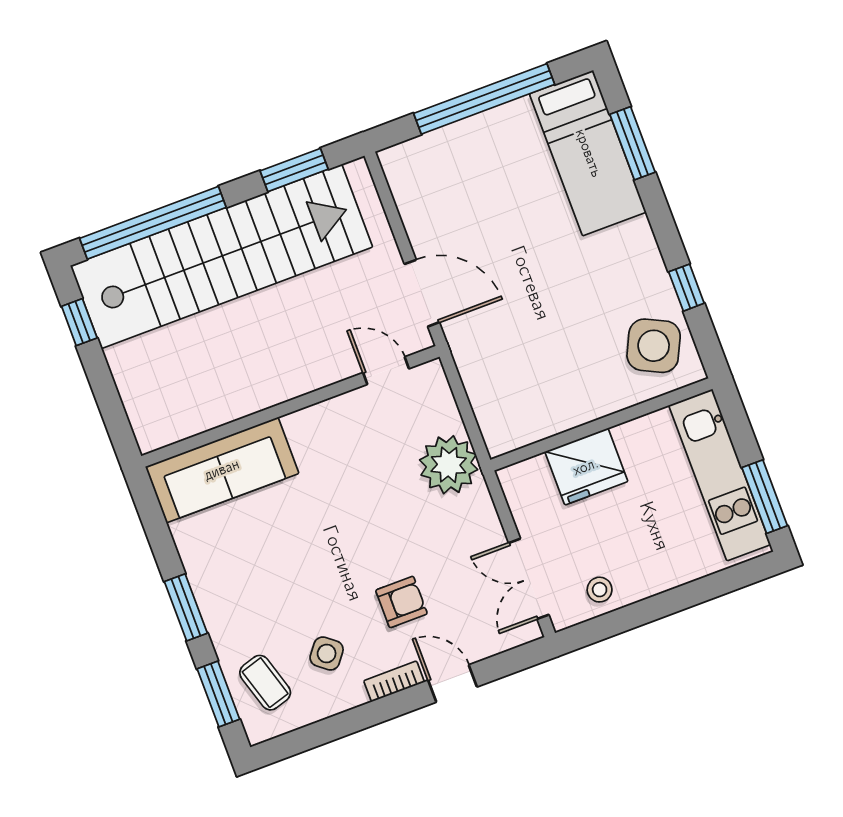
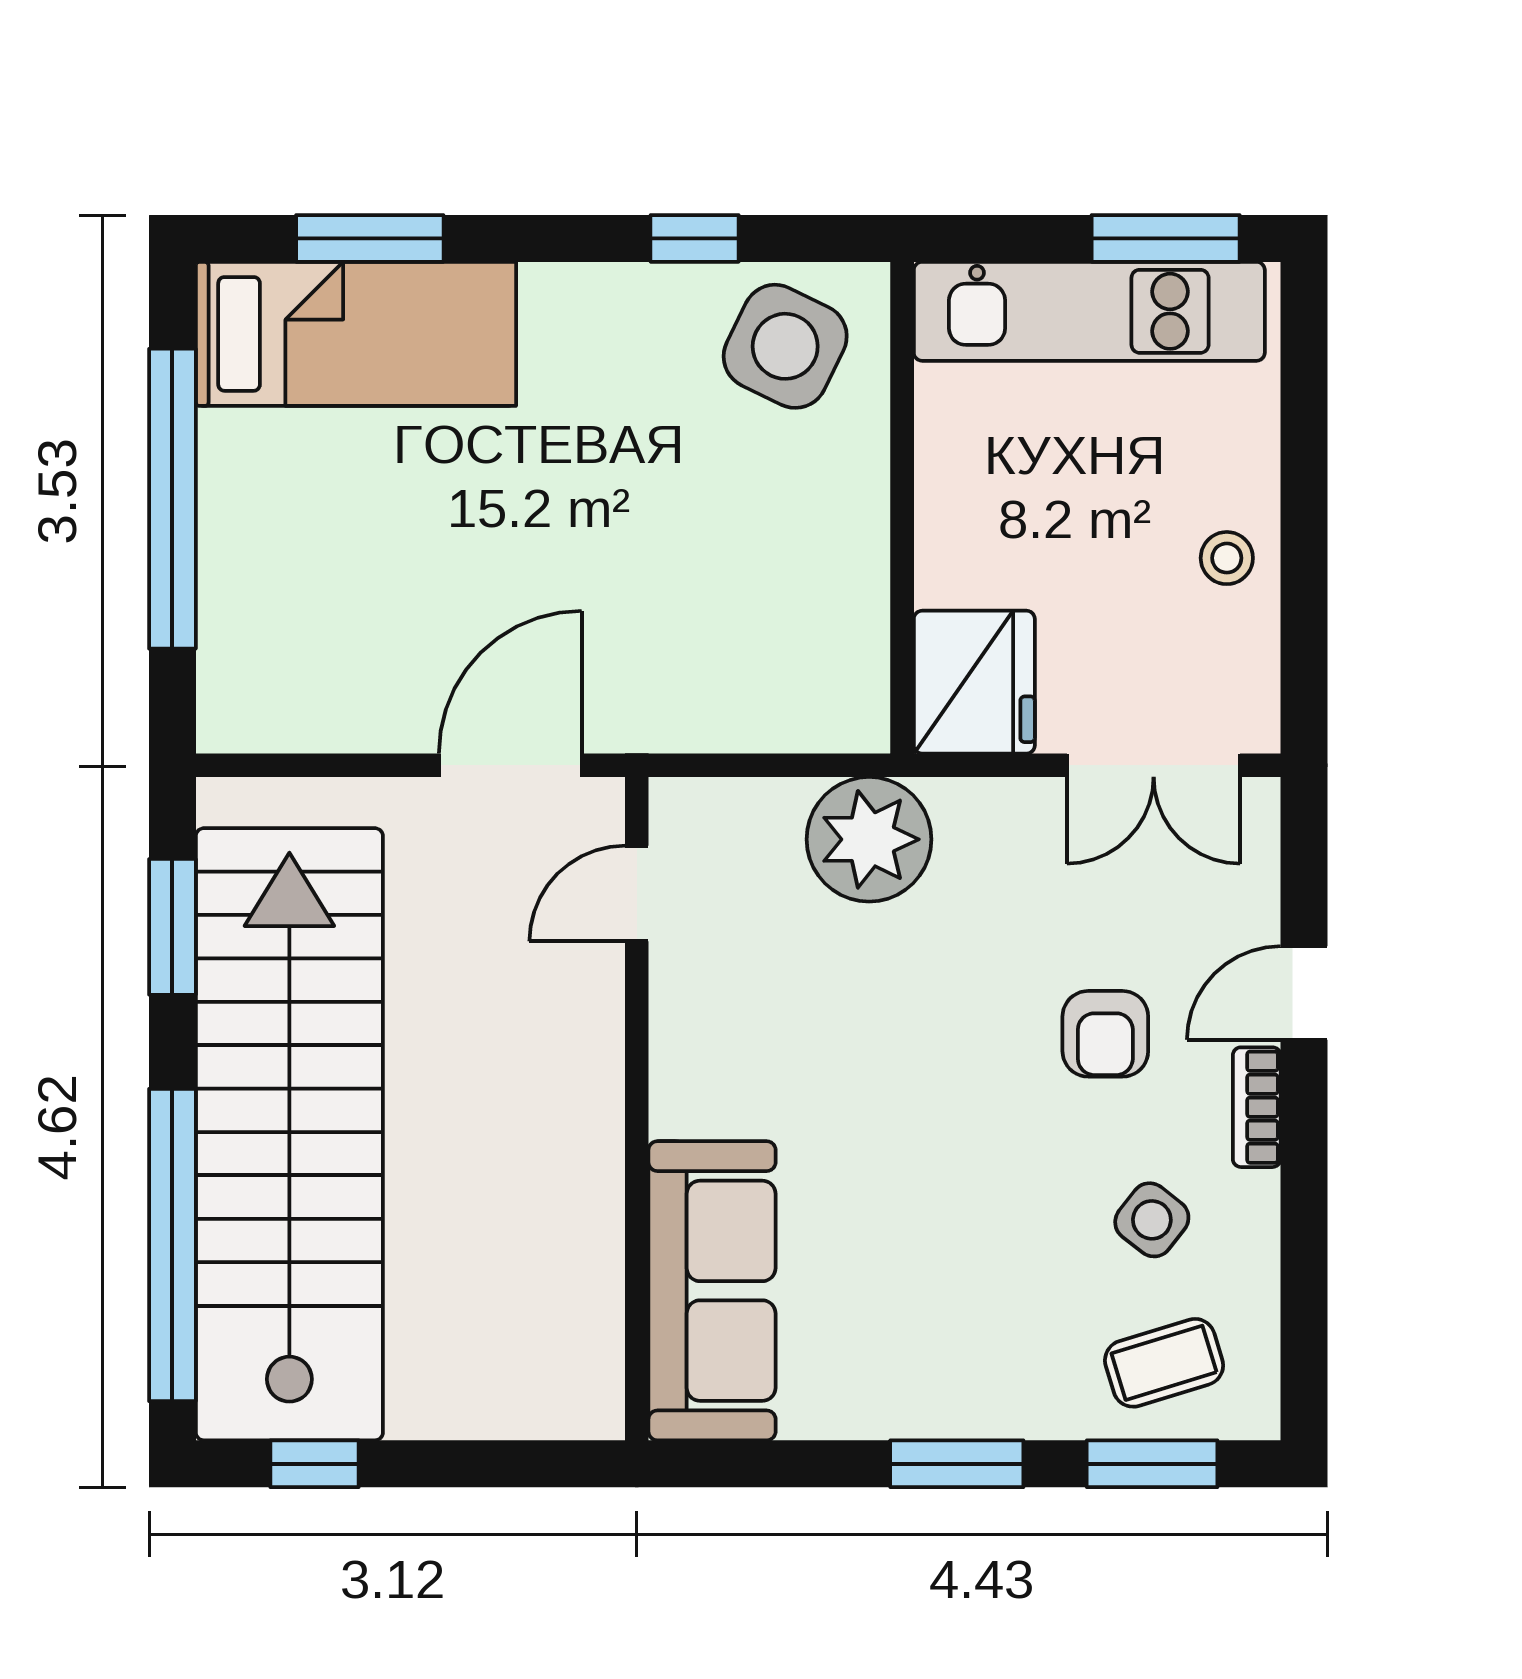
fridge: (586, 467) -> (974, 682), moved
stool: (600, 590) -> (1227, 558), moved
armchair: (401, 602) -> (1105, 1034), turned 180

